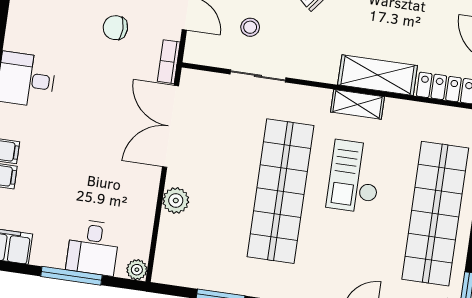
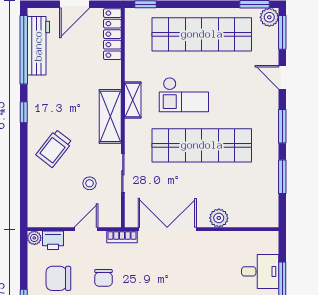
shelving: (378, 75) -> (110, 116), moved
double door: (171, 126) -> (167, 229), swing flipped
plant: (137, 270) -> (271, 238), removed

